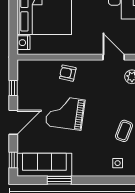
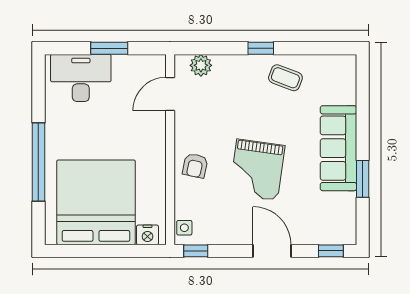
window: (13, 88) -> (196, 251), moved
side table: (118, 163) -> (184, 228), moved
sofa: (44, 165) -> (338, 148), moved

